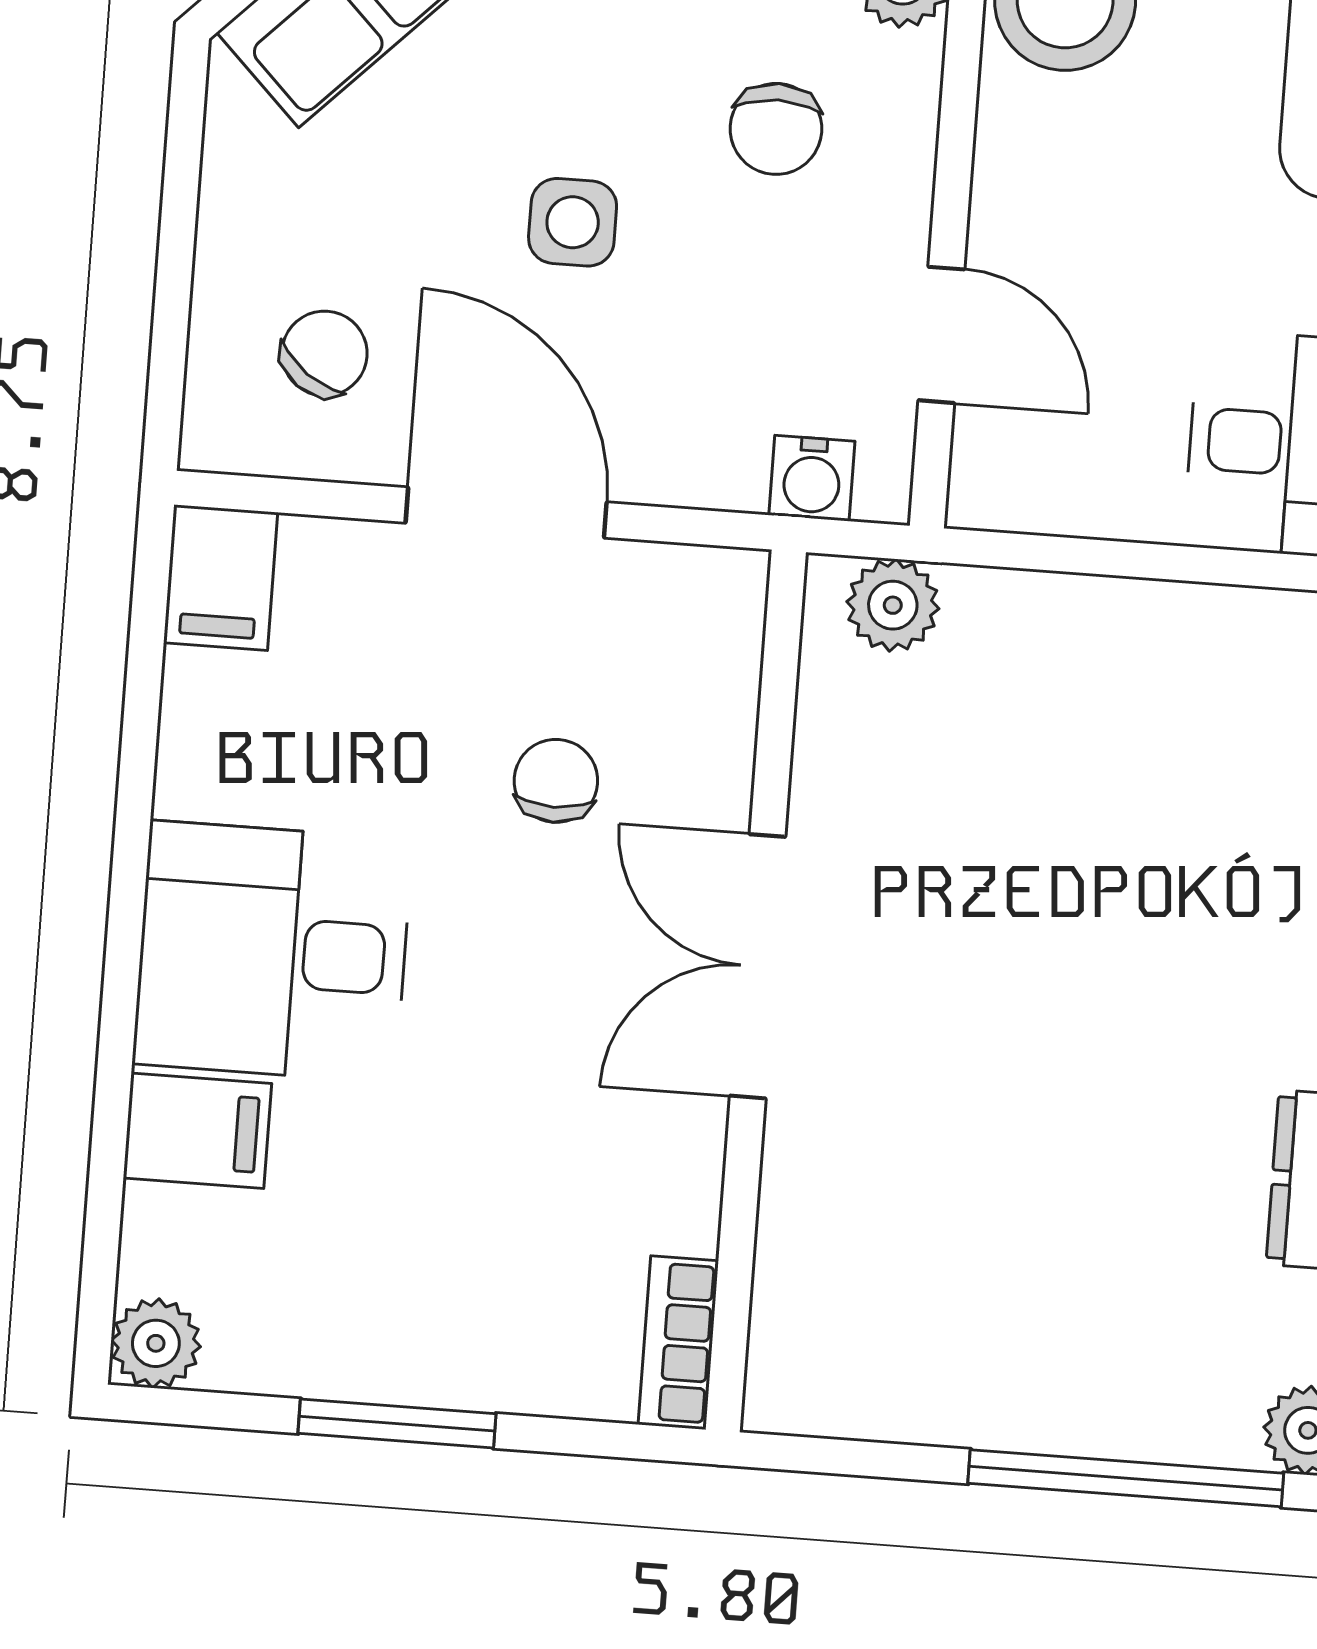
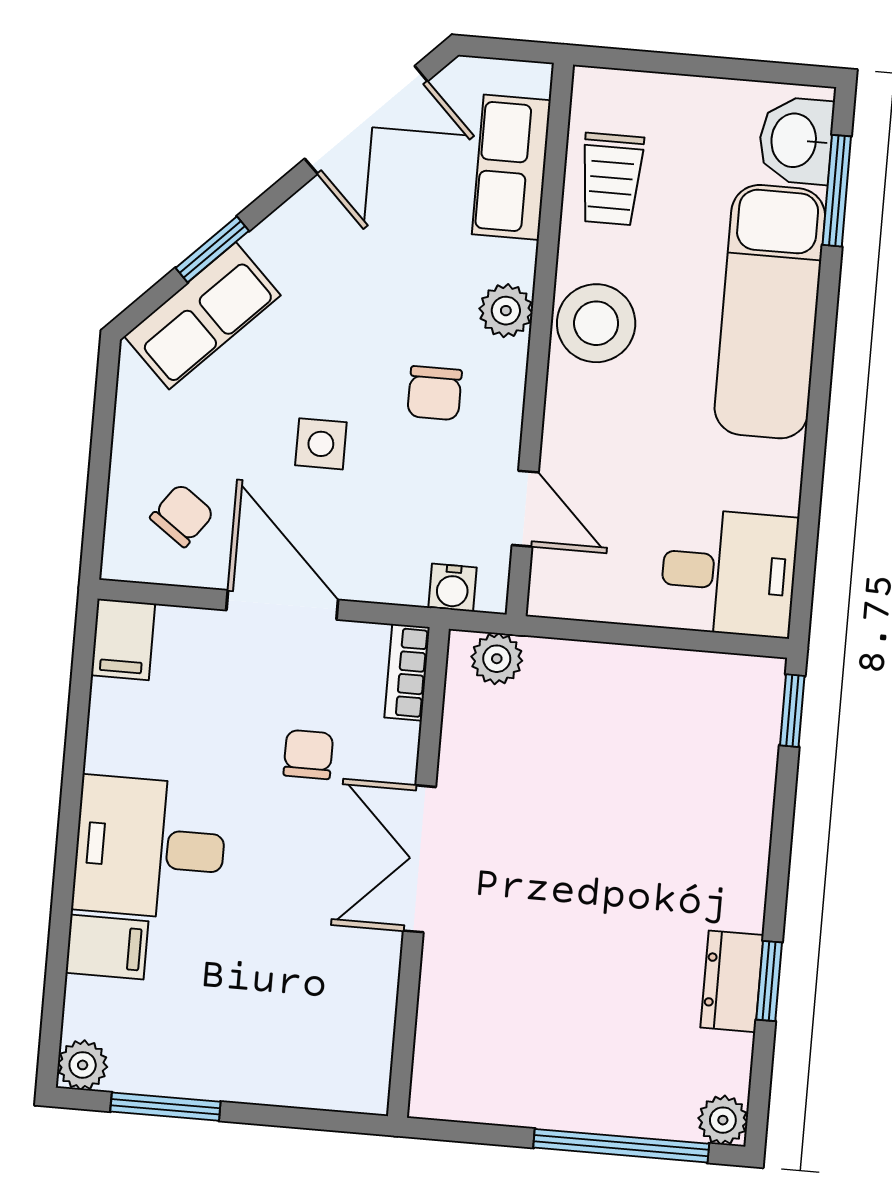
bookcase: (678, 1343) -> (407, 672), moved
window: (397, 1423) -> (165, 1107), moved

